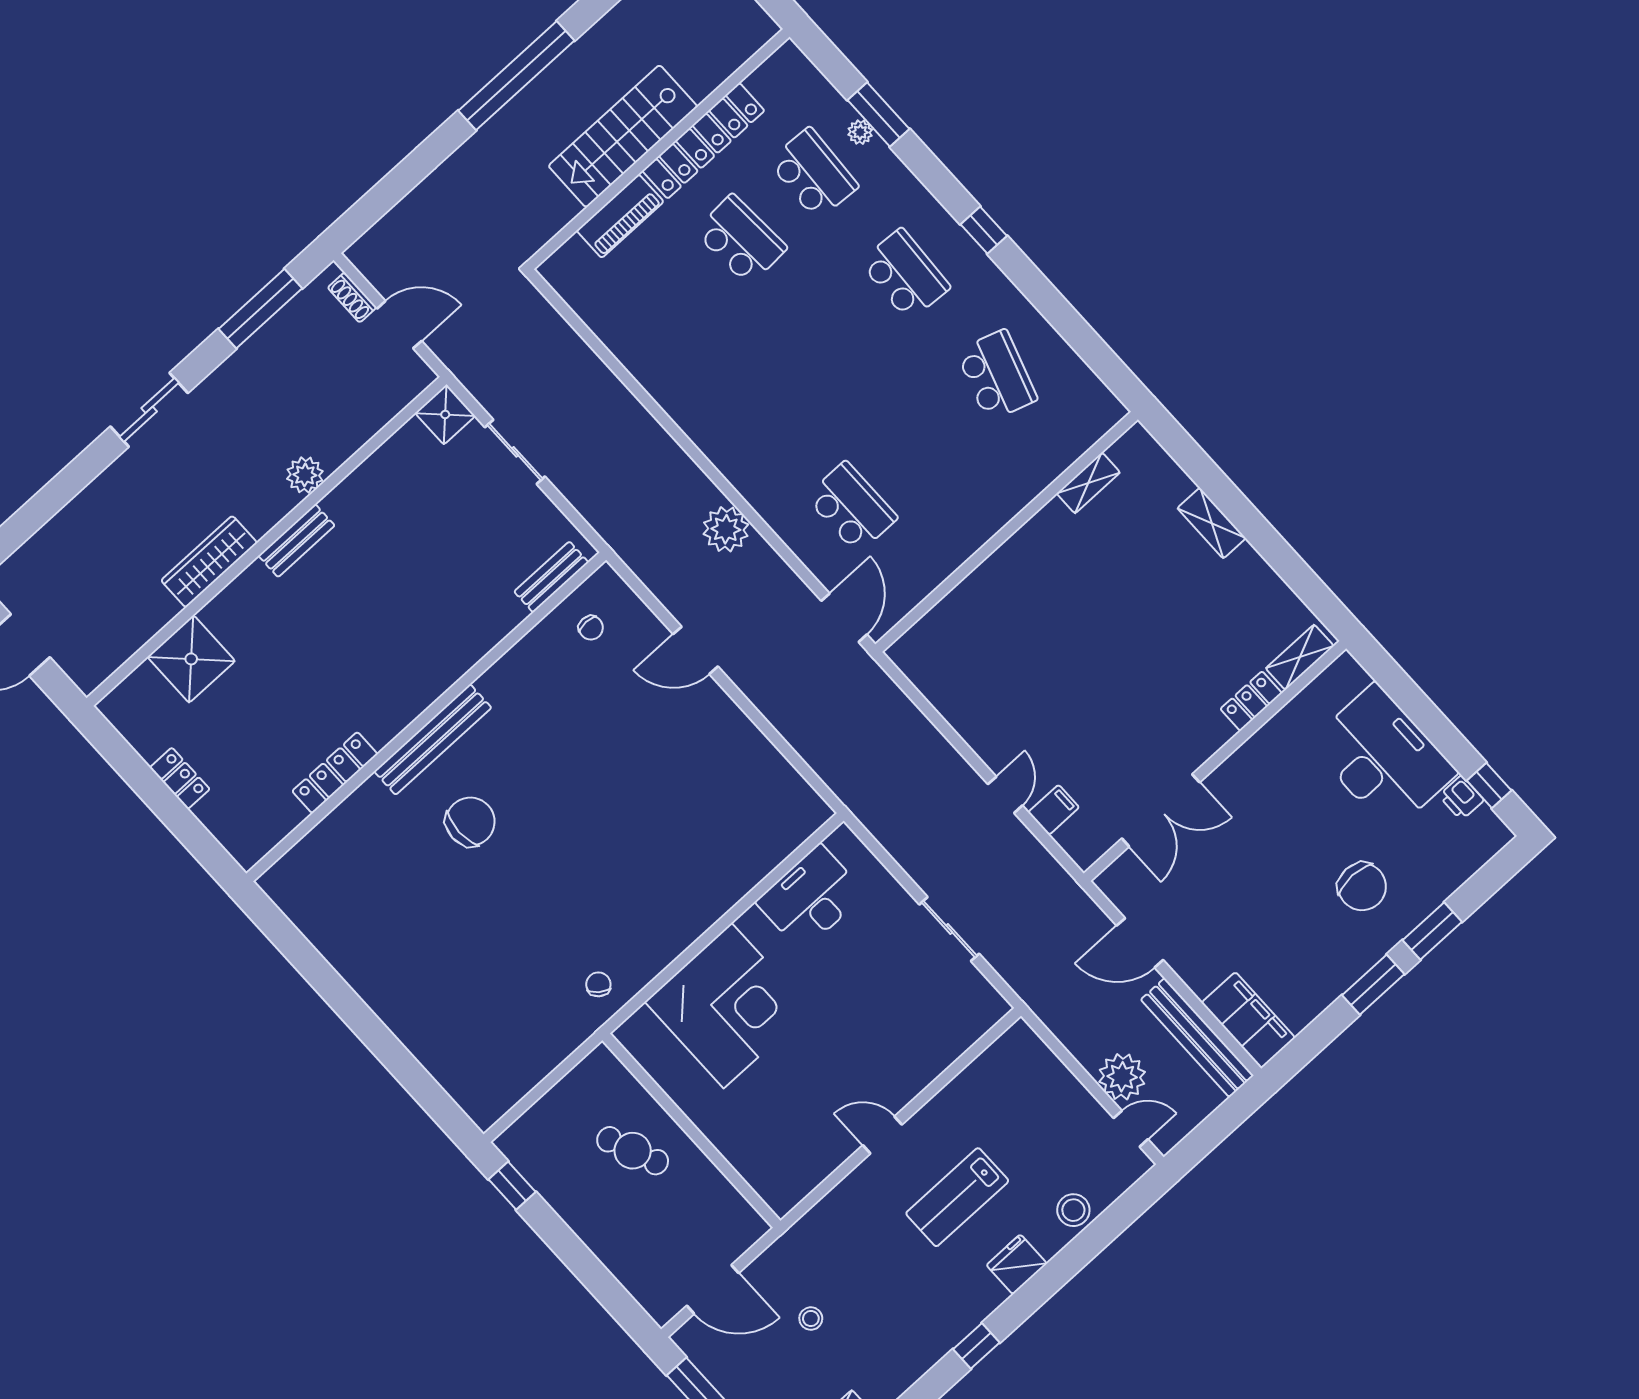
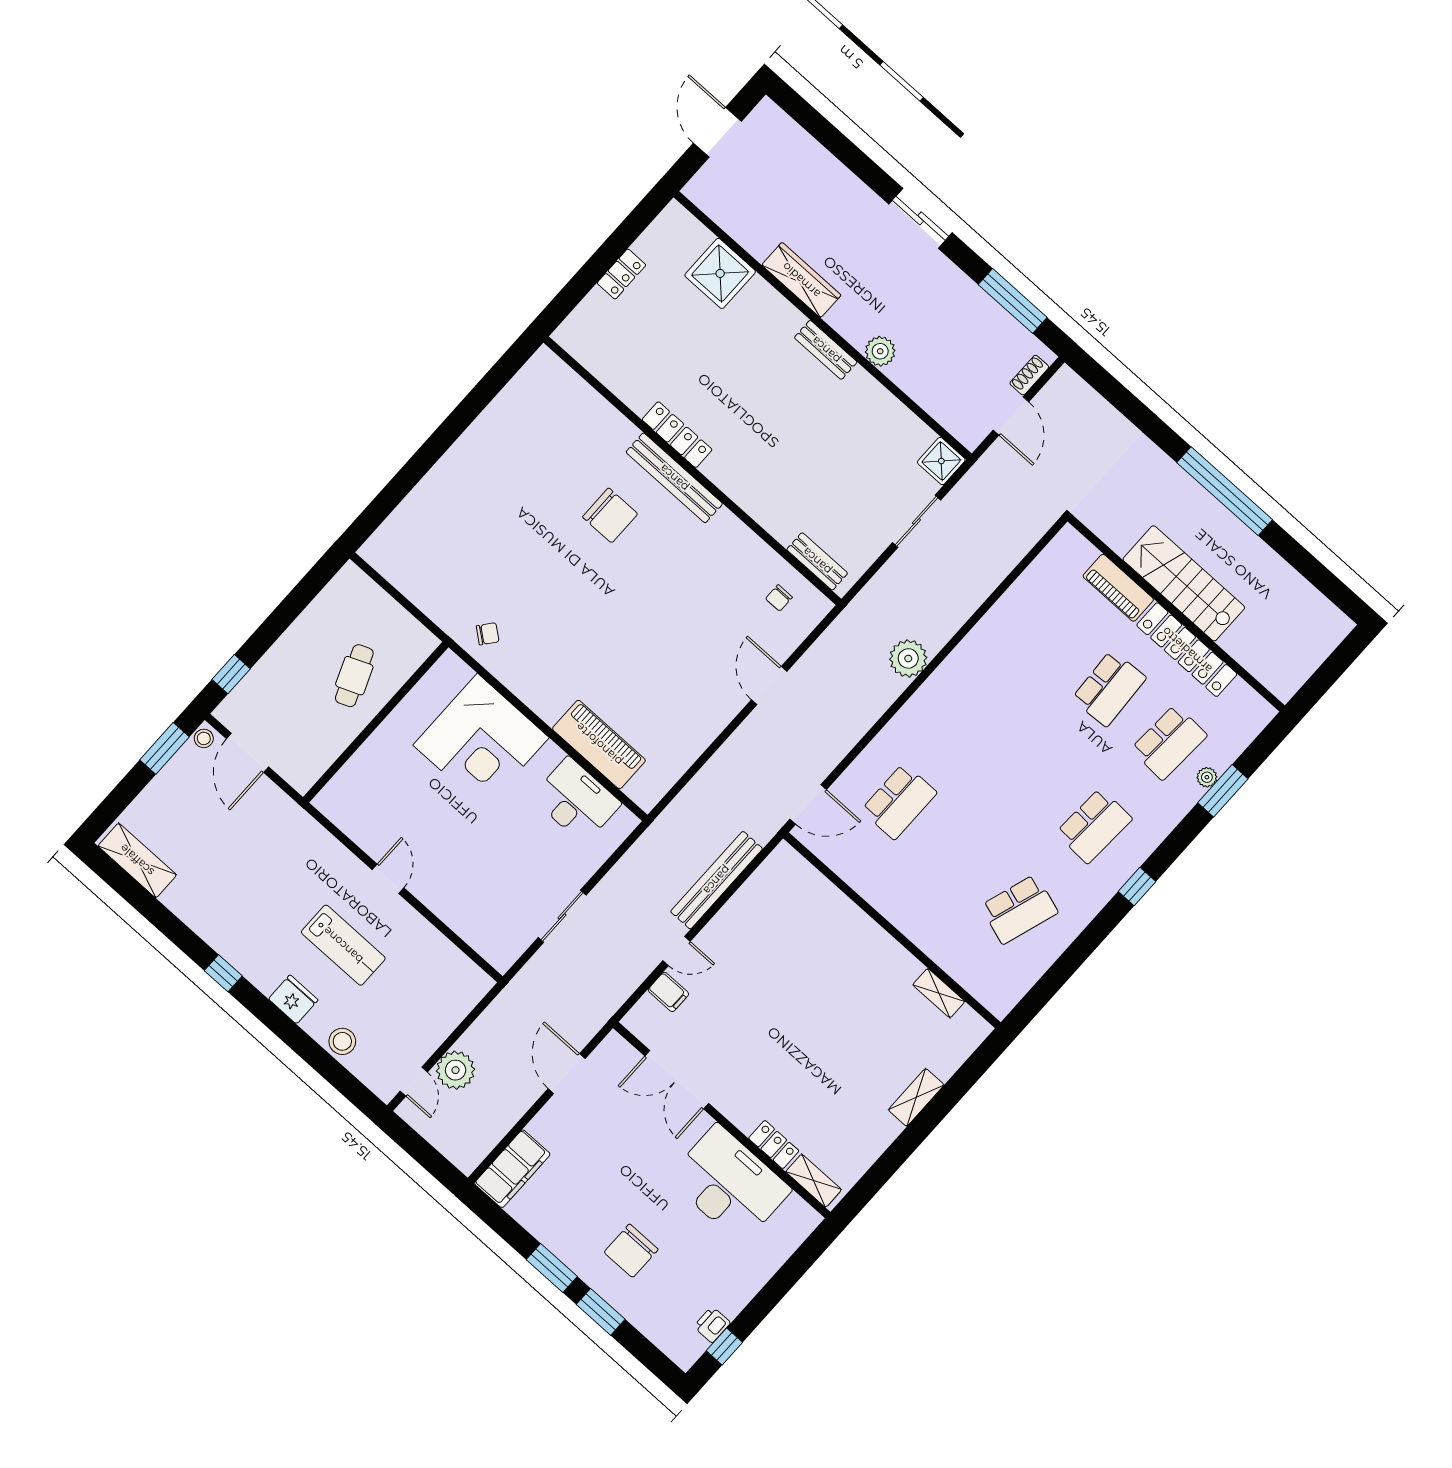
plant: (726, 529) -> (908, 658), moved
desk: (1383, 758) -> (729, 1184), moved, turned -90
locker: (335, 773) -> (677, 435), moved
piano: (746, 863) -> (599, 744), added
bench: (1197, 1038) -> (717, 880), moved
window: (512, 1186) -> (231, 674), moved
lab bench: (957, 1197) -> (343, 945), turned 180
stool: (811, 1319) -> (204, 738), moved

